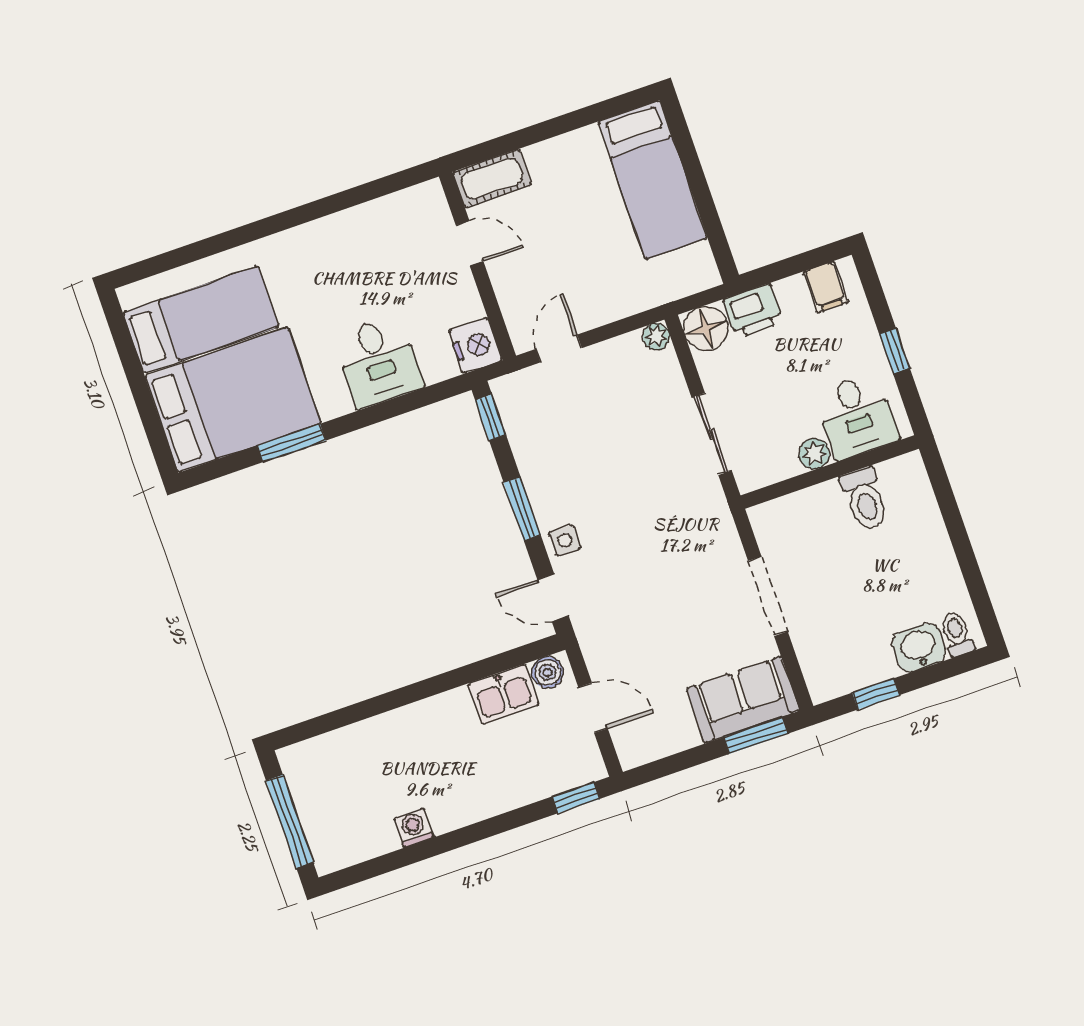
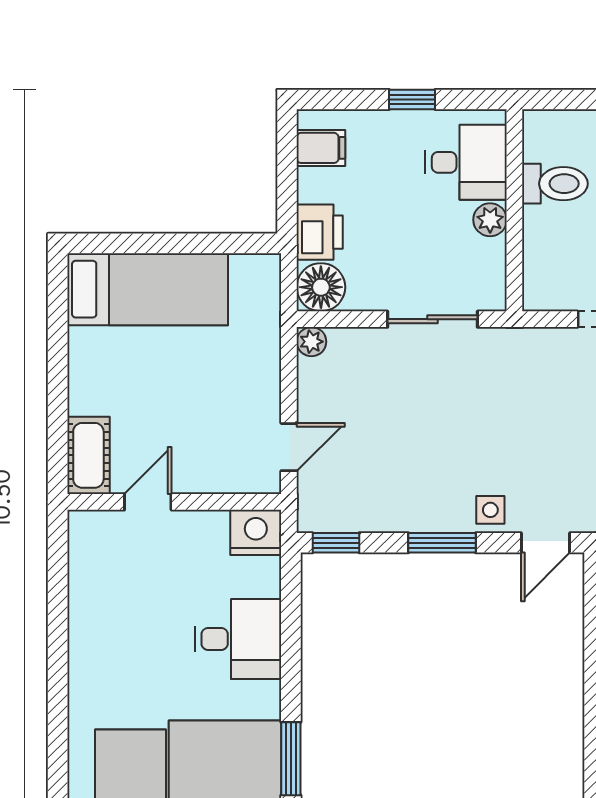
door: (559, 349) -> (289, 447), swing flipped

